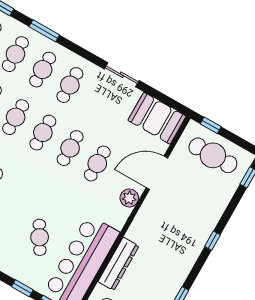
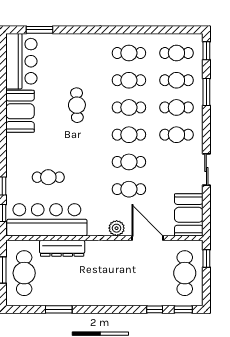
cafe table: (40, 237) -> (48, 177), turned 31
window: (213, 241) -> (155, 309), moved

